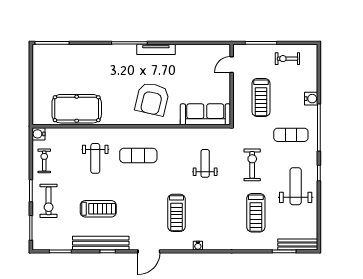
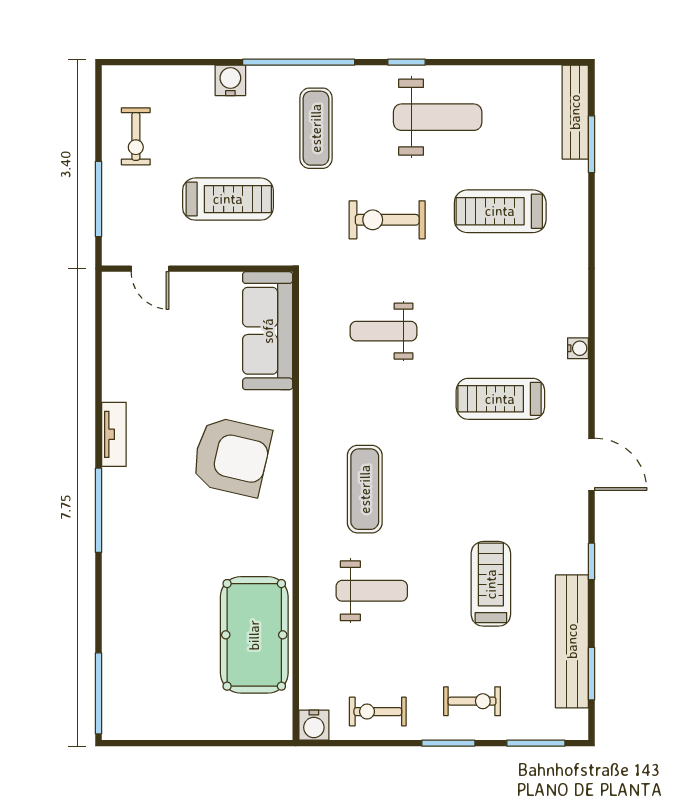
tv unit: (156, 49) -> (114, 434), width x0.71
weight bench: (296, 186) -> (438, 117), turned 180
exercise bike: (49, 201) -> (472, 701), width x0.73, depth x0.72
treadmill: (176, 213) -> (500, 399), turned 180
treadmill: (256, 213) -> (500, 211), turned 180
bench: (101, 243) -> (572, 641), moved

